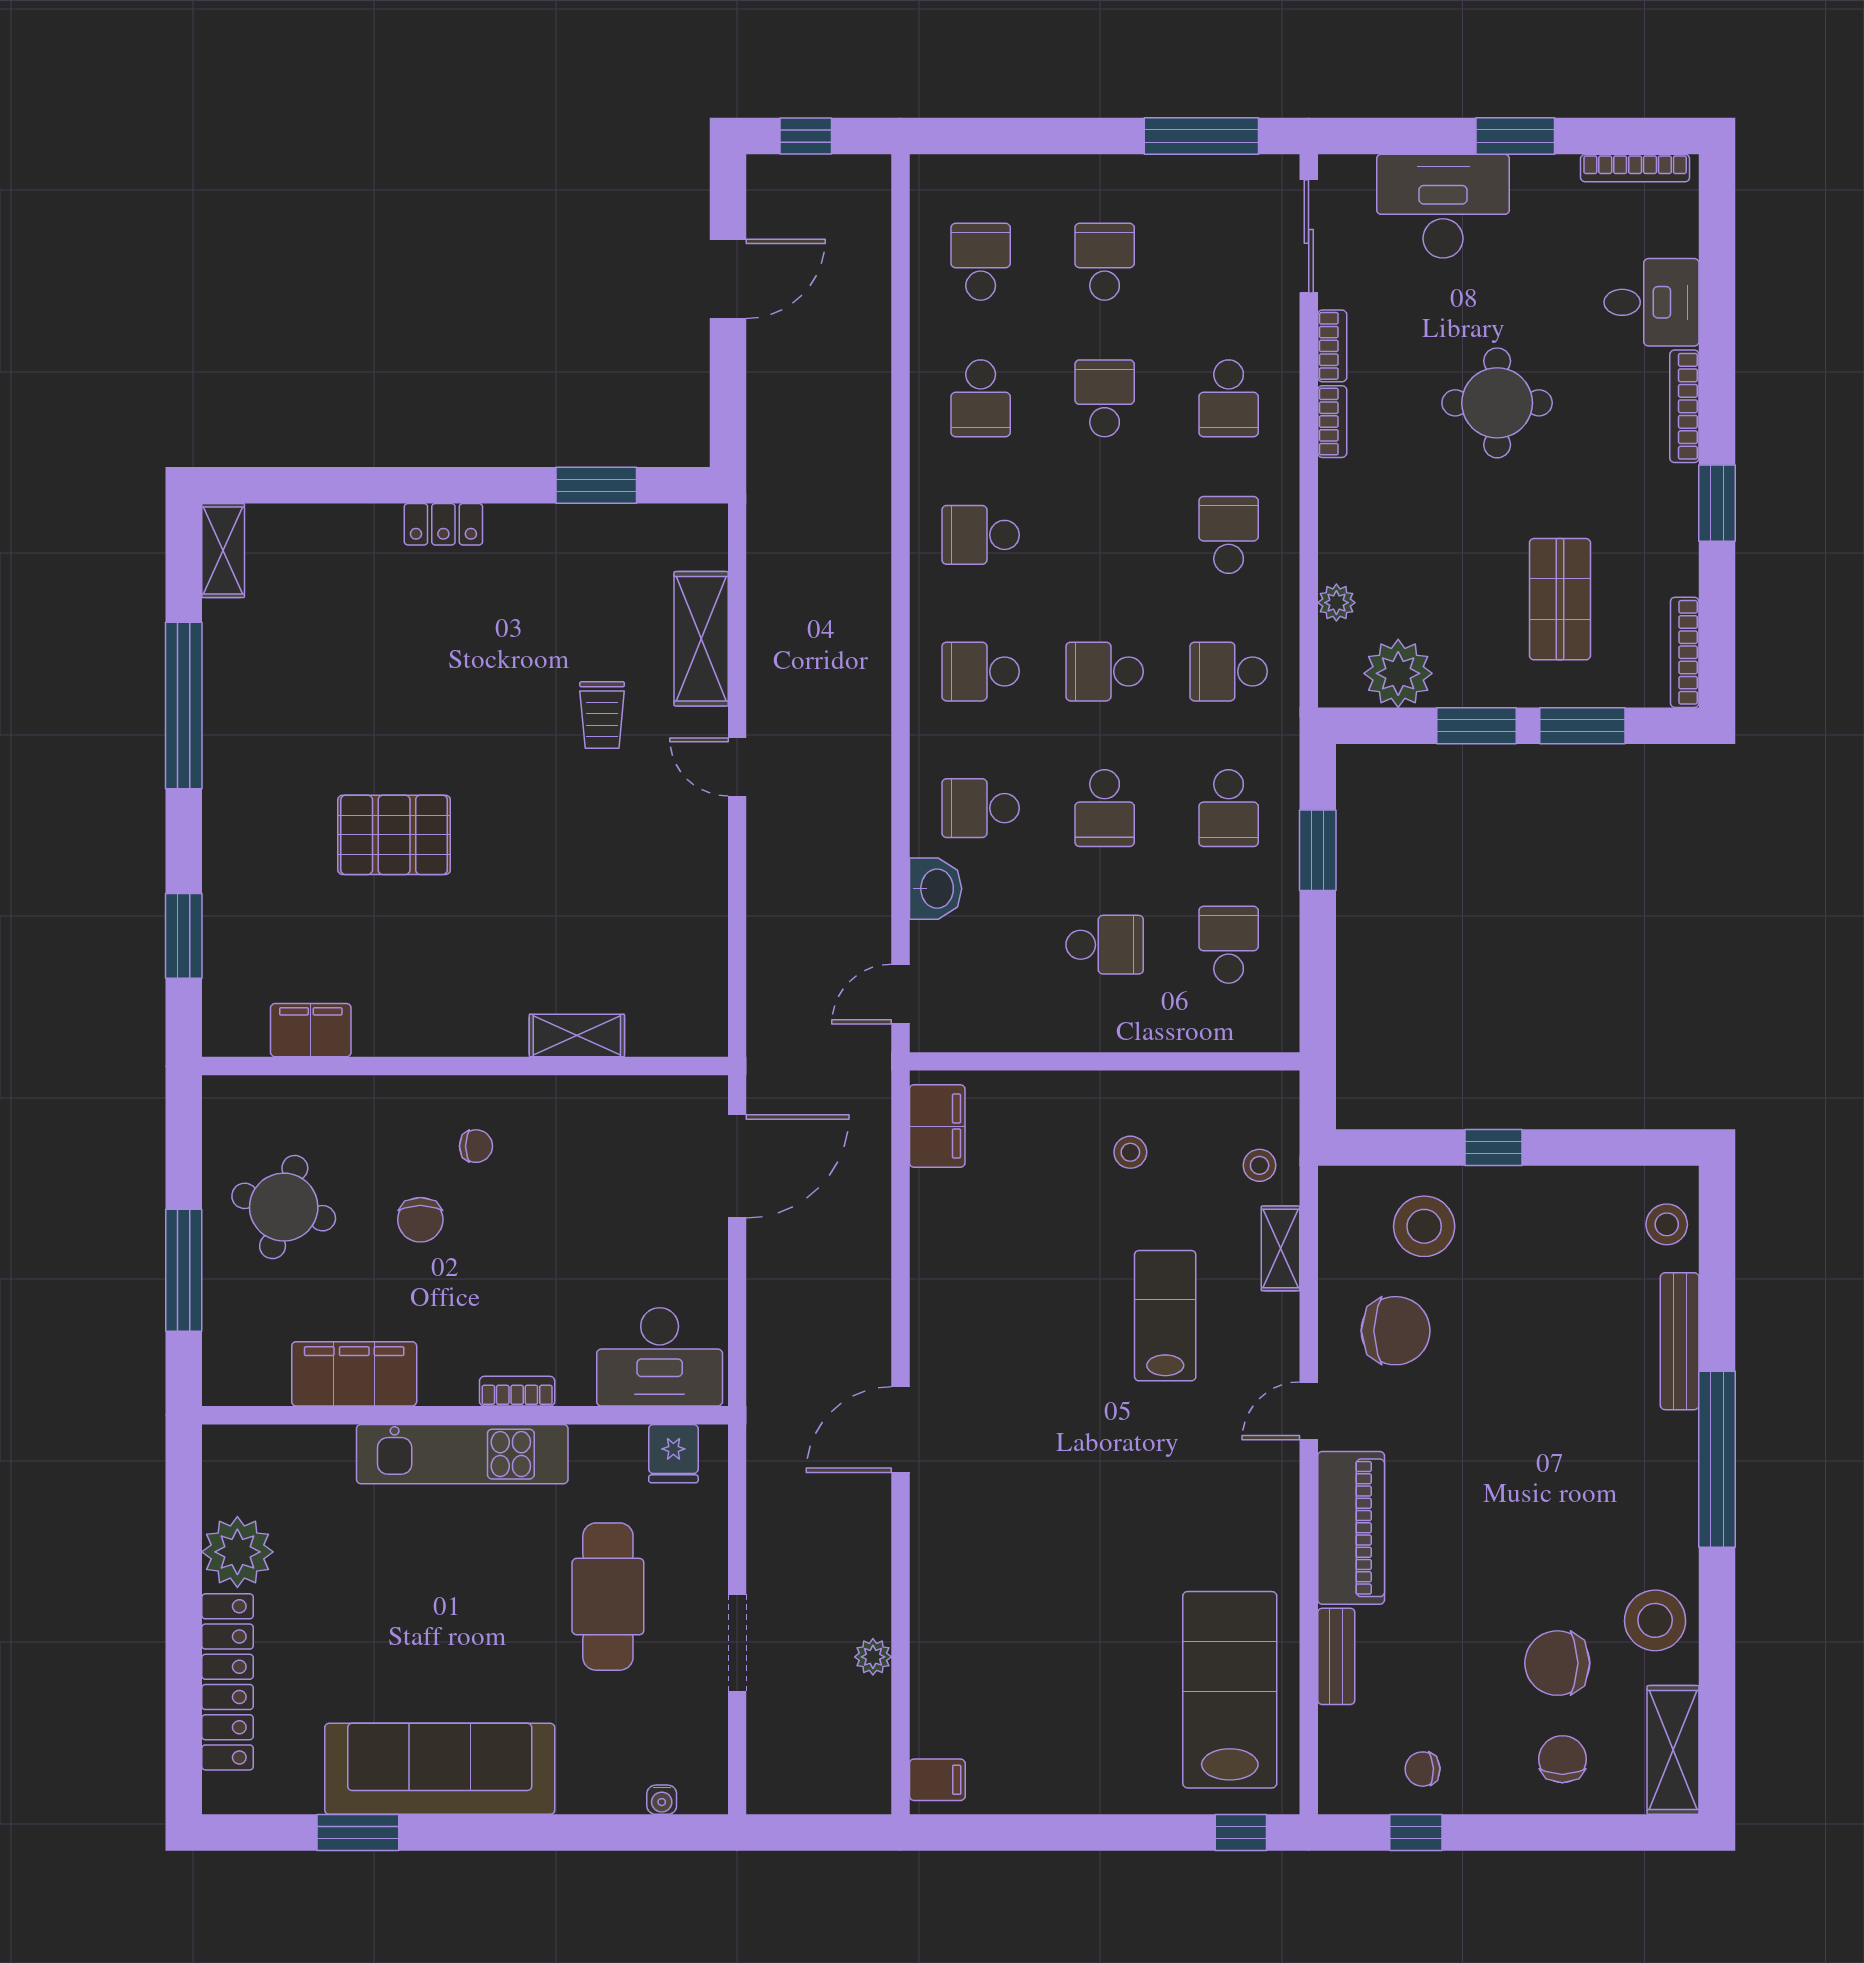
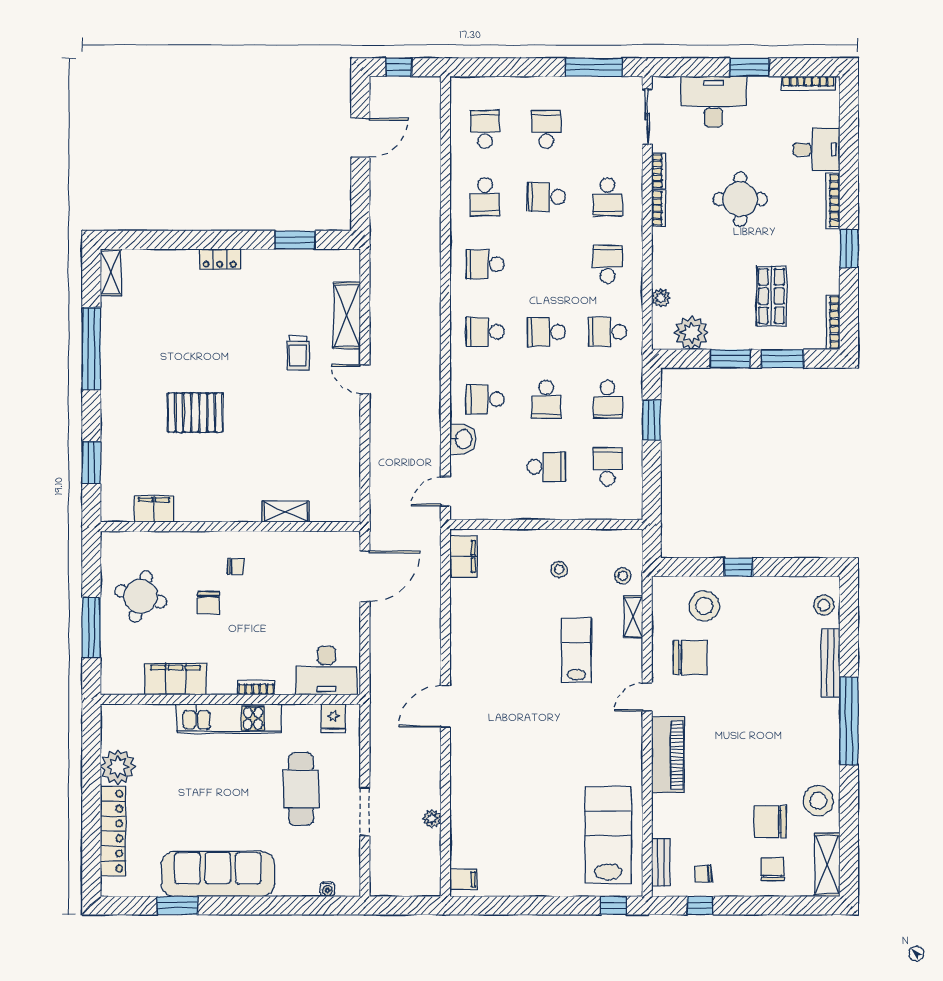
school desk: (1105, 398) -> (546, 197), turned -90
bench: (1336, 1656) -> (661, 862), moved

